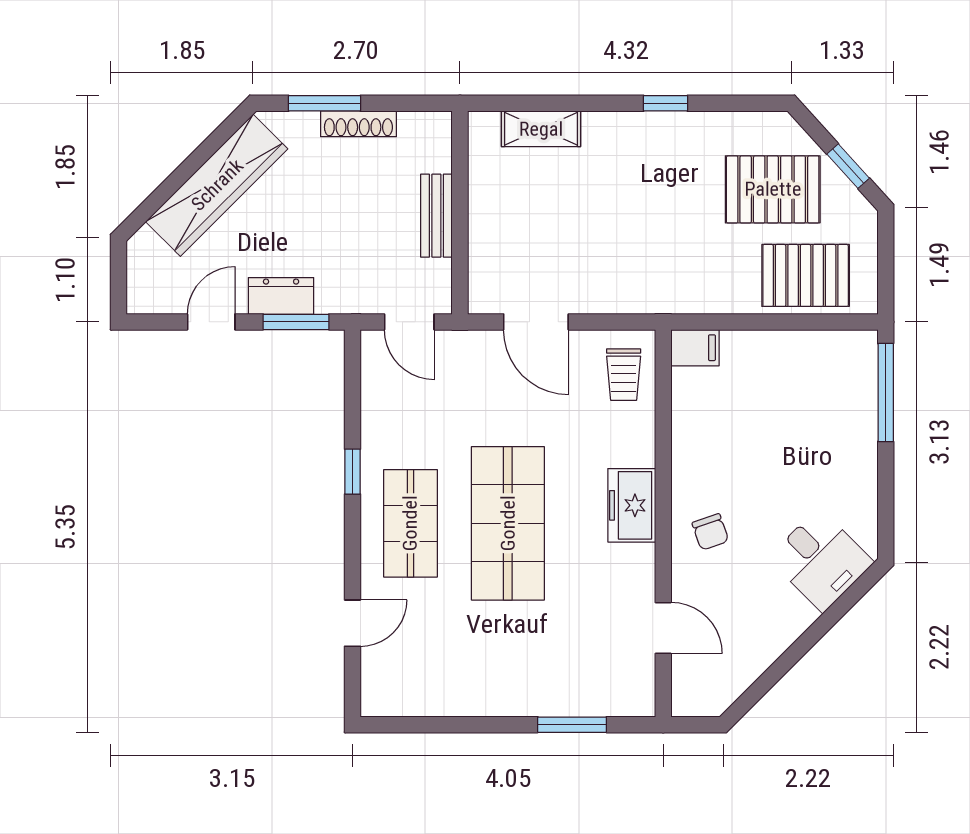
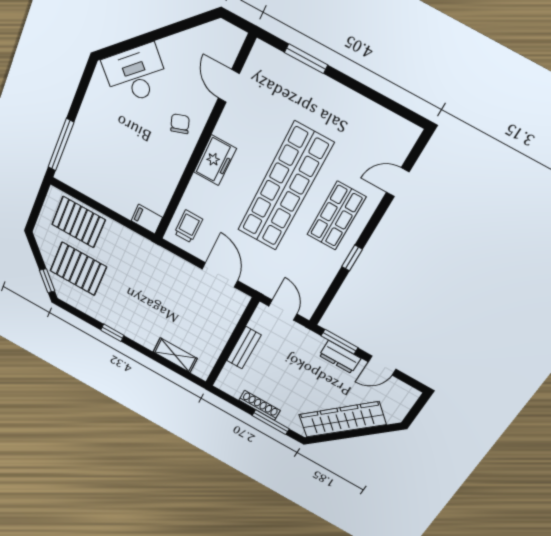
window: (848, 166) -> (47, 281), moved
shop shelf: (508, 523) -> (285, 187), width x1.40
desk: (821, 560) -> (135, 74), width x1.37

